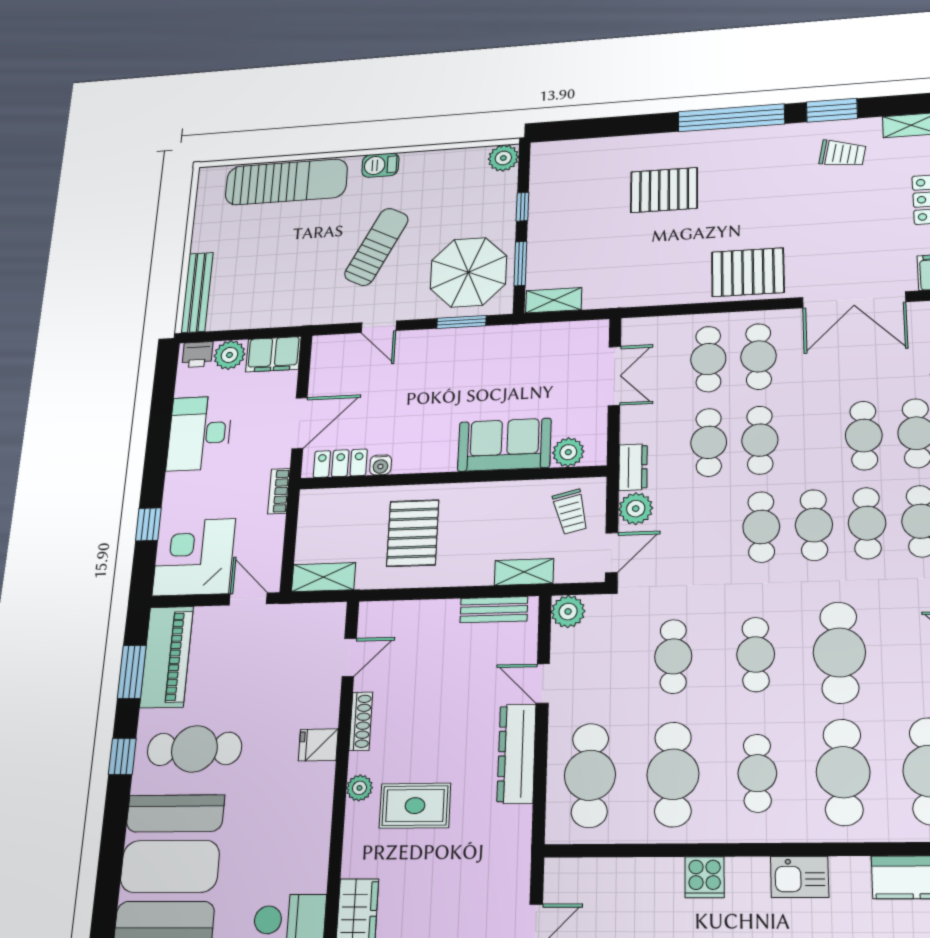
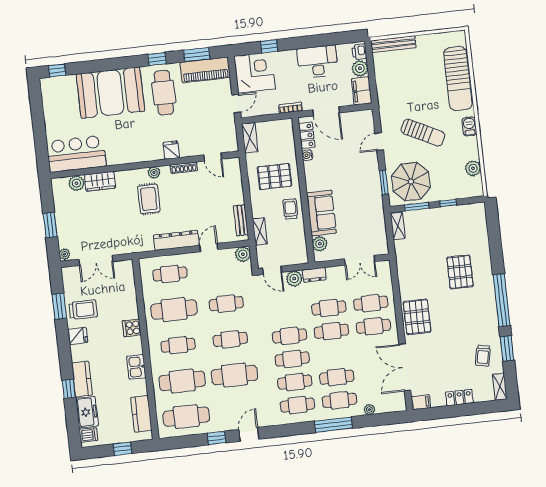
plant: (503, 158) -> (473, 168), moved
trolley: (570, 512) -> (290, 209), moved, turned 104
cafe table: (590, 775) -> (170, 274), width x0.73, depth x0.74

